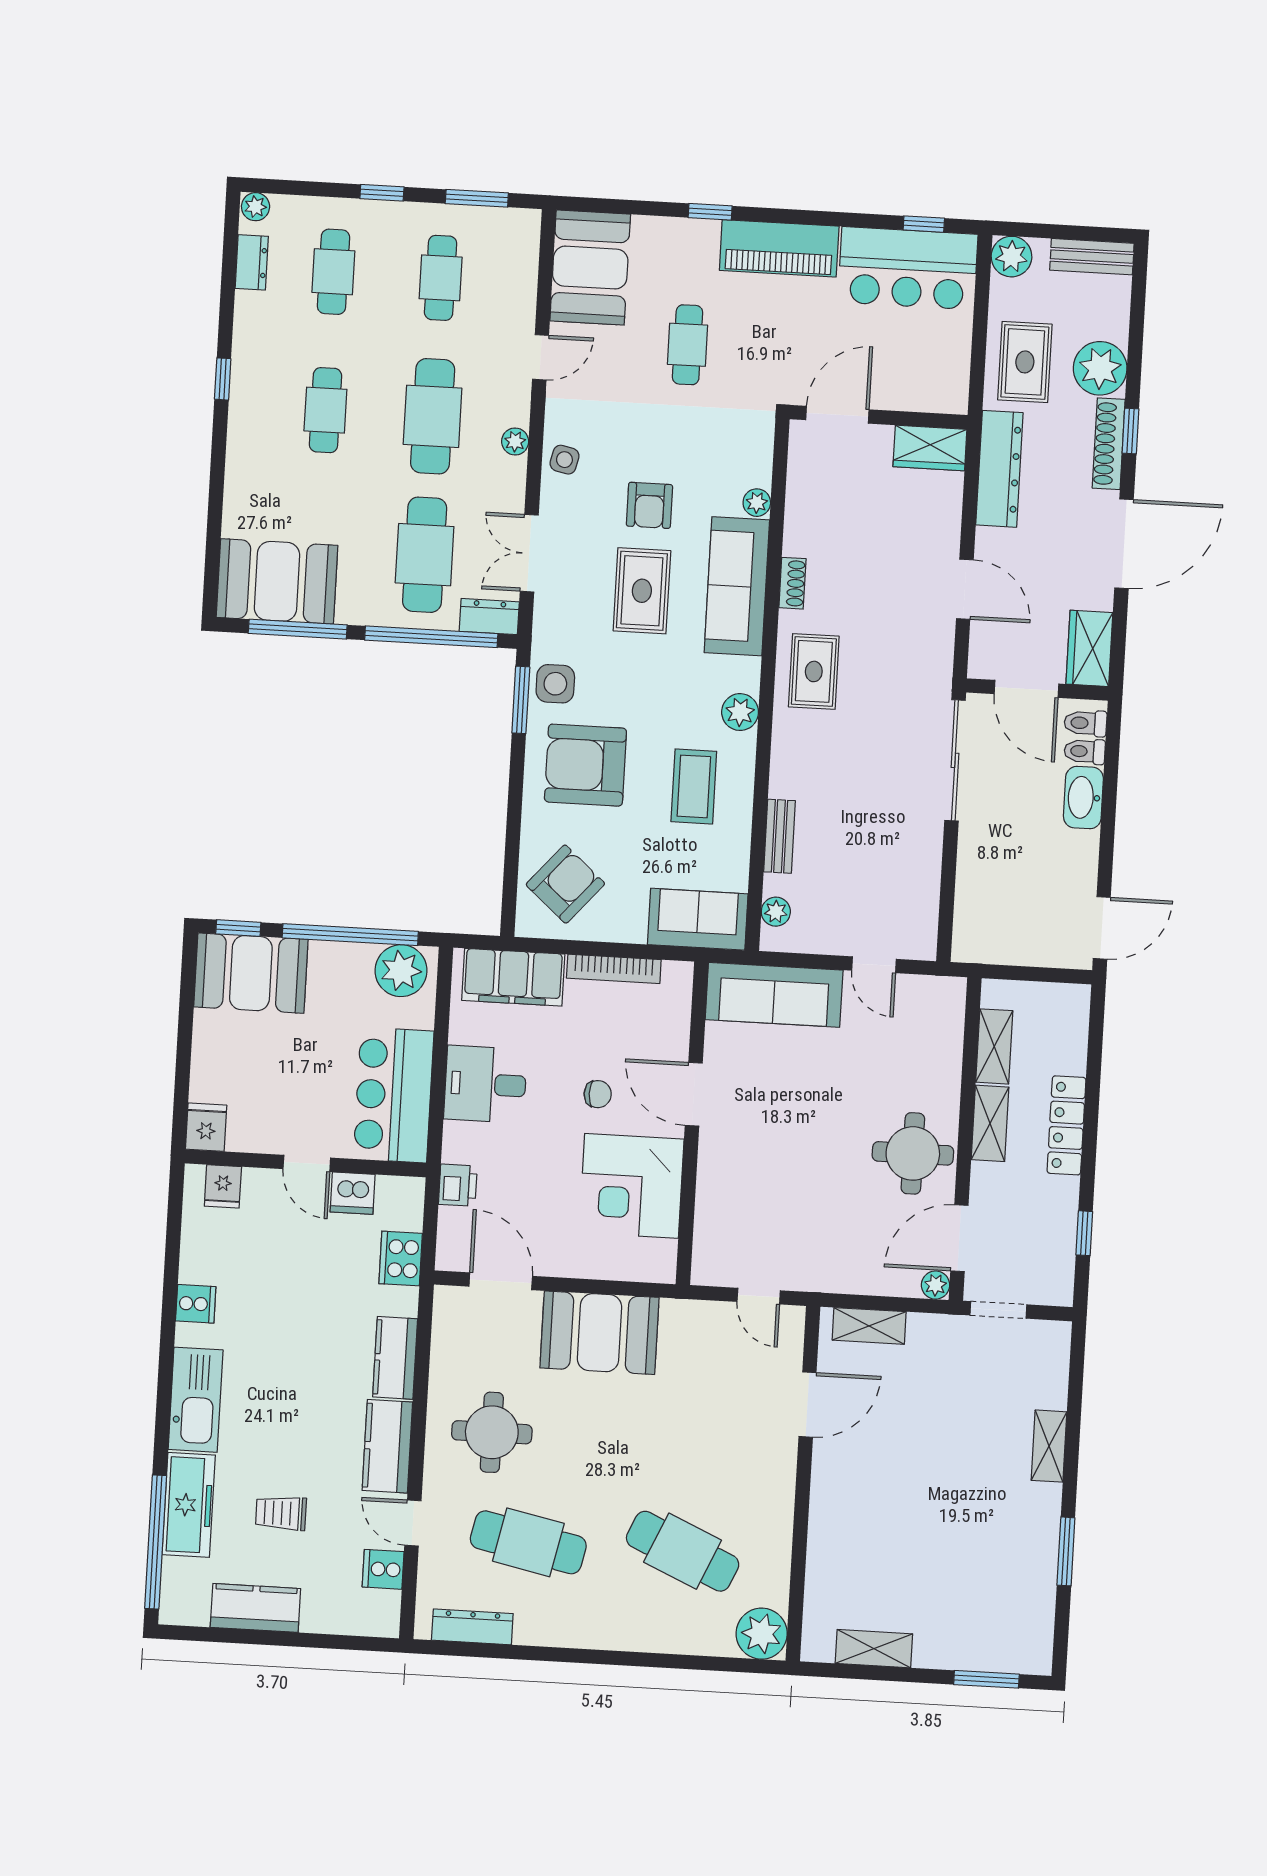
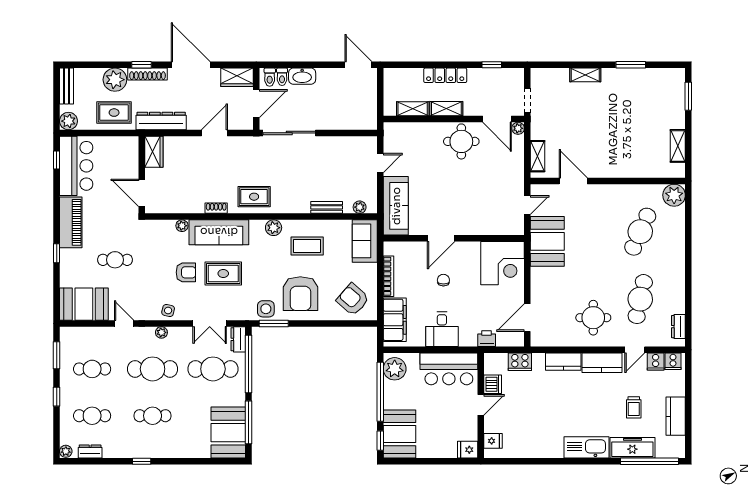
corner desk: (632, 1186) -> (502, 263), moved
cooker: (196, 1304) -> (673, 361), moved, turned 180
booth: (599, 1333) -> (547, 241), moved
dresser: (472, 1627) -> (678, 327), width x0.70

